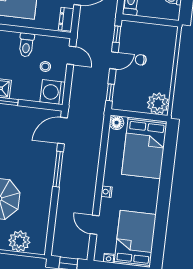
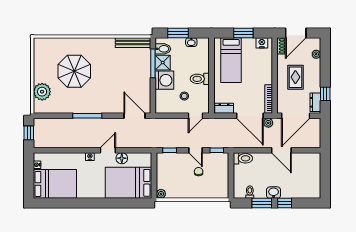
washing machine: (53, 92) -> (164, 80), moved, turned 90
plant: (158, 104) -> (161, 194), width x0.53, depth x0.53
floor lamp: (117, 123) -> (122, 158), moved
window: (58, 169) -> (87, 116), moved
door: (95, 225) -> (108, 150), moved

